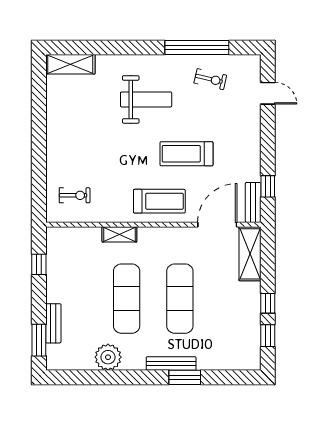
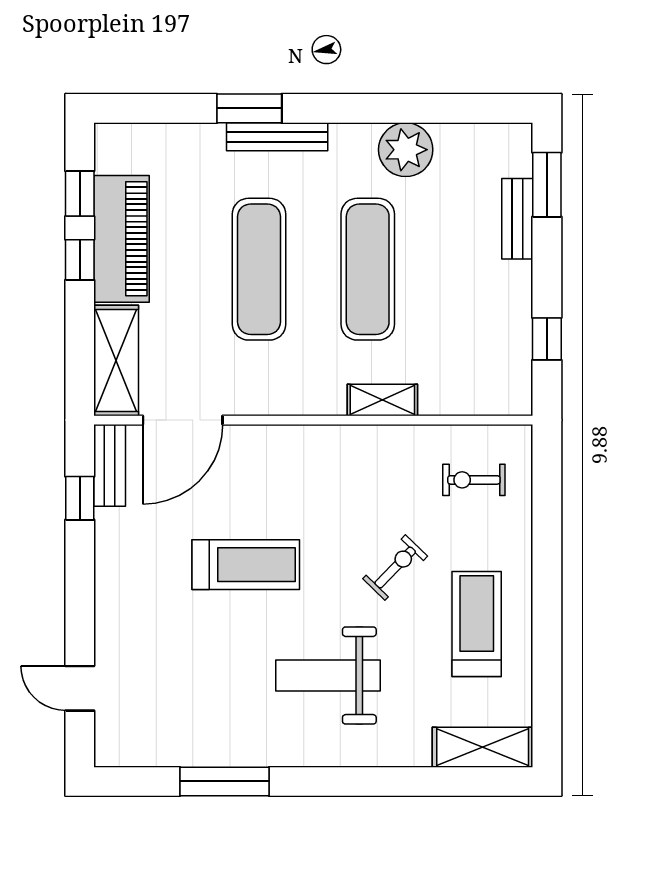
window: (197, 47) -> (224, 781), width x0.68
exercise bike: (210, 79) -> (395, 567), moved, turned 121
treadmill: (159, 201) -> (477, 624), moved, turned 90
piano: (247, 313) -> (122, 239), added

